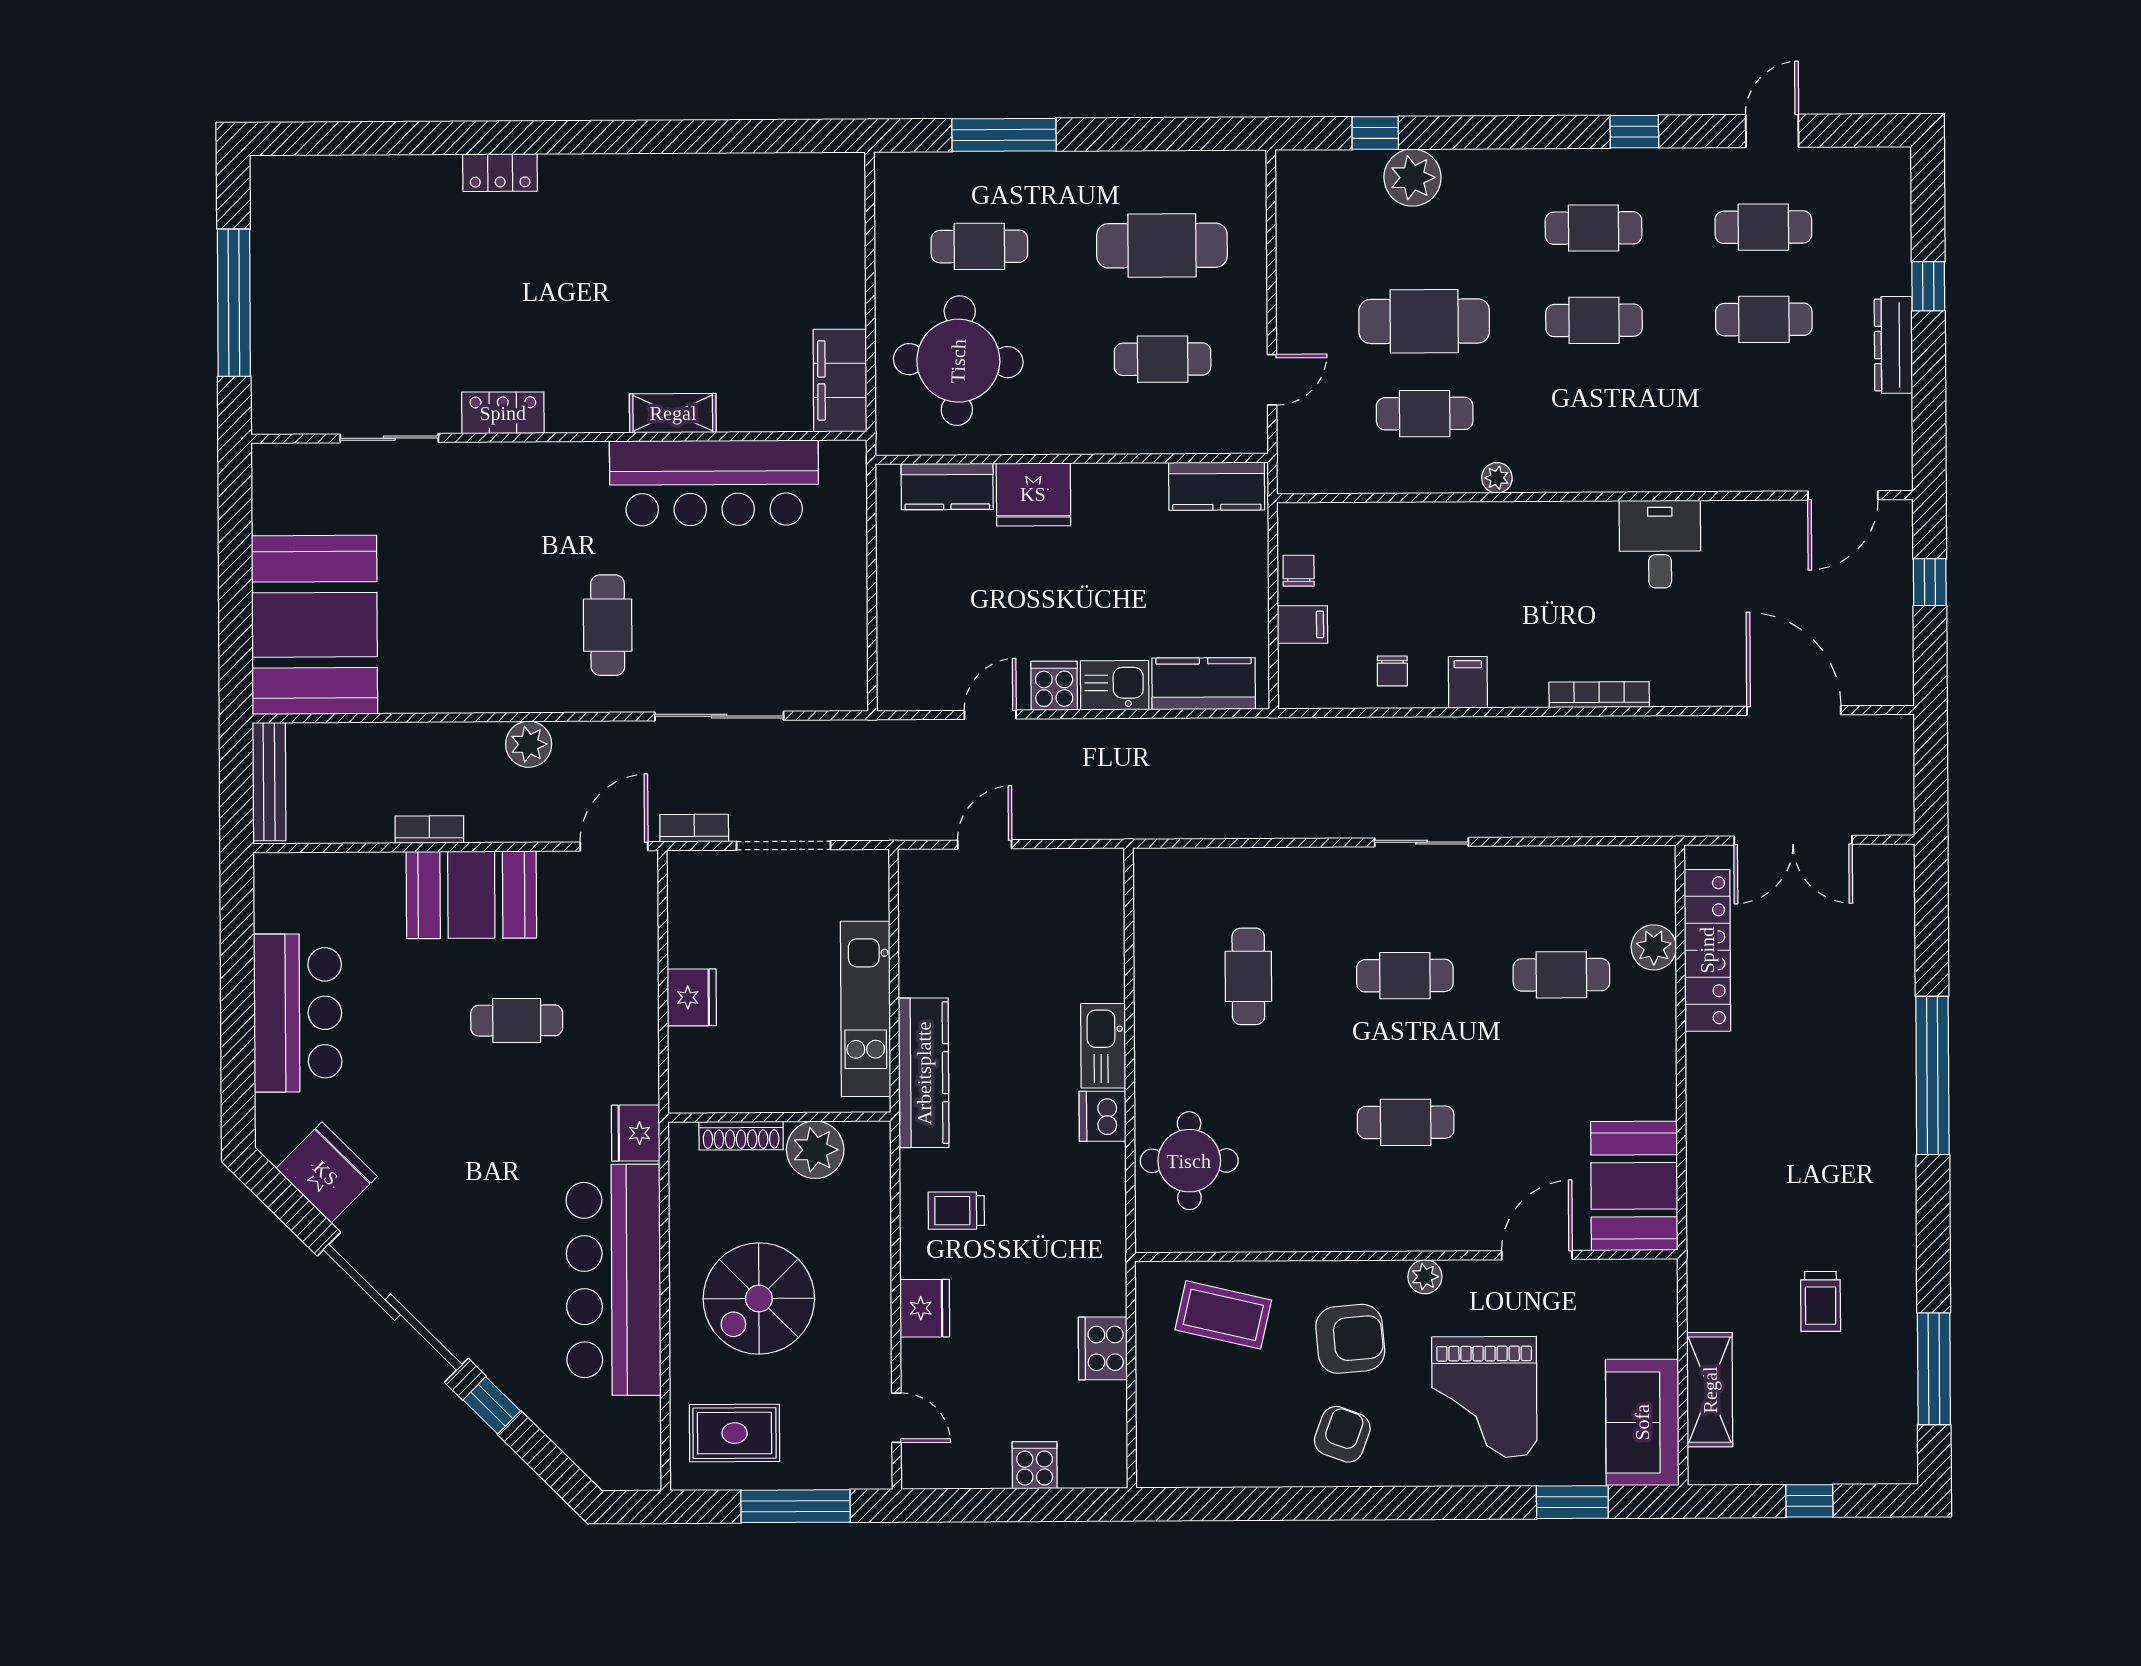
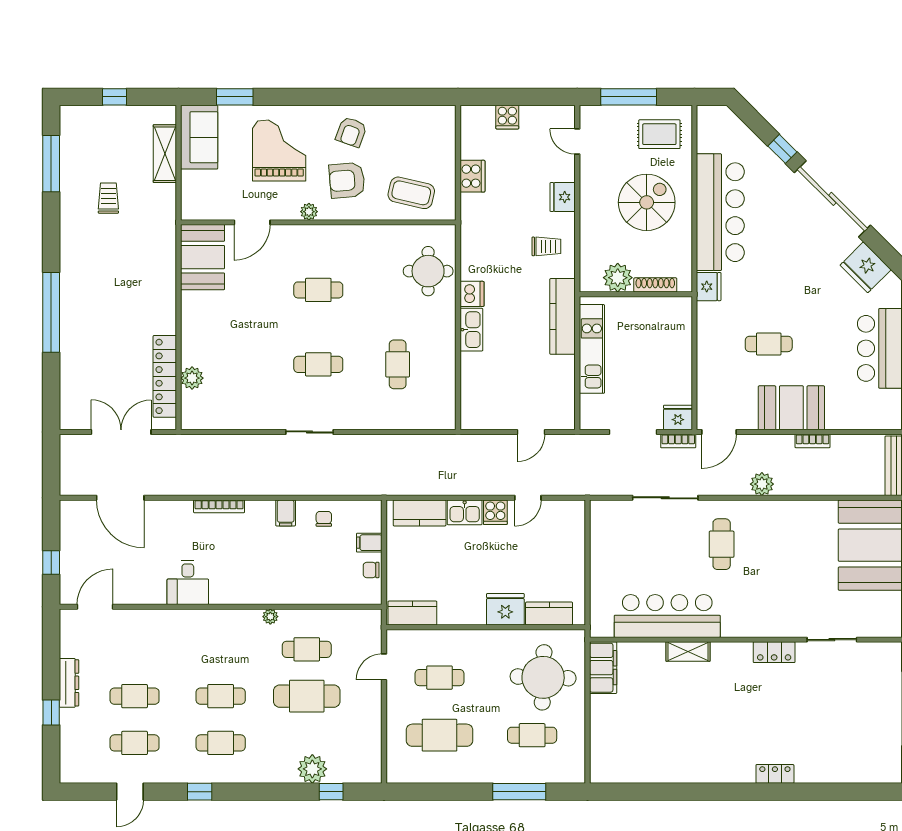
chair: (1299, 571) -> (371, 570), turned 90
cafe table: (1561, 975) -> (239, 364), removed
fridge: (692, 997) -> (678, 418), moved, turned 90

